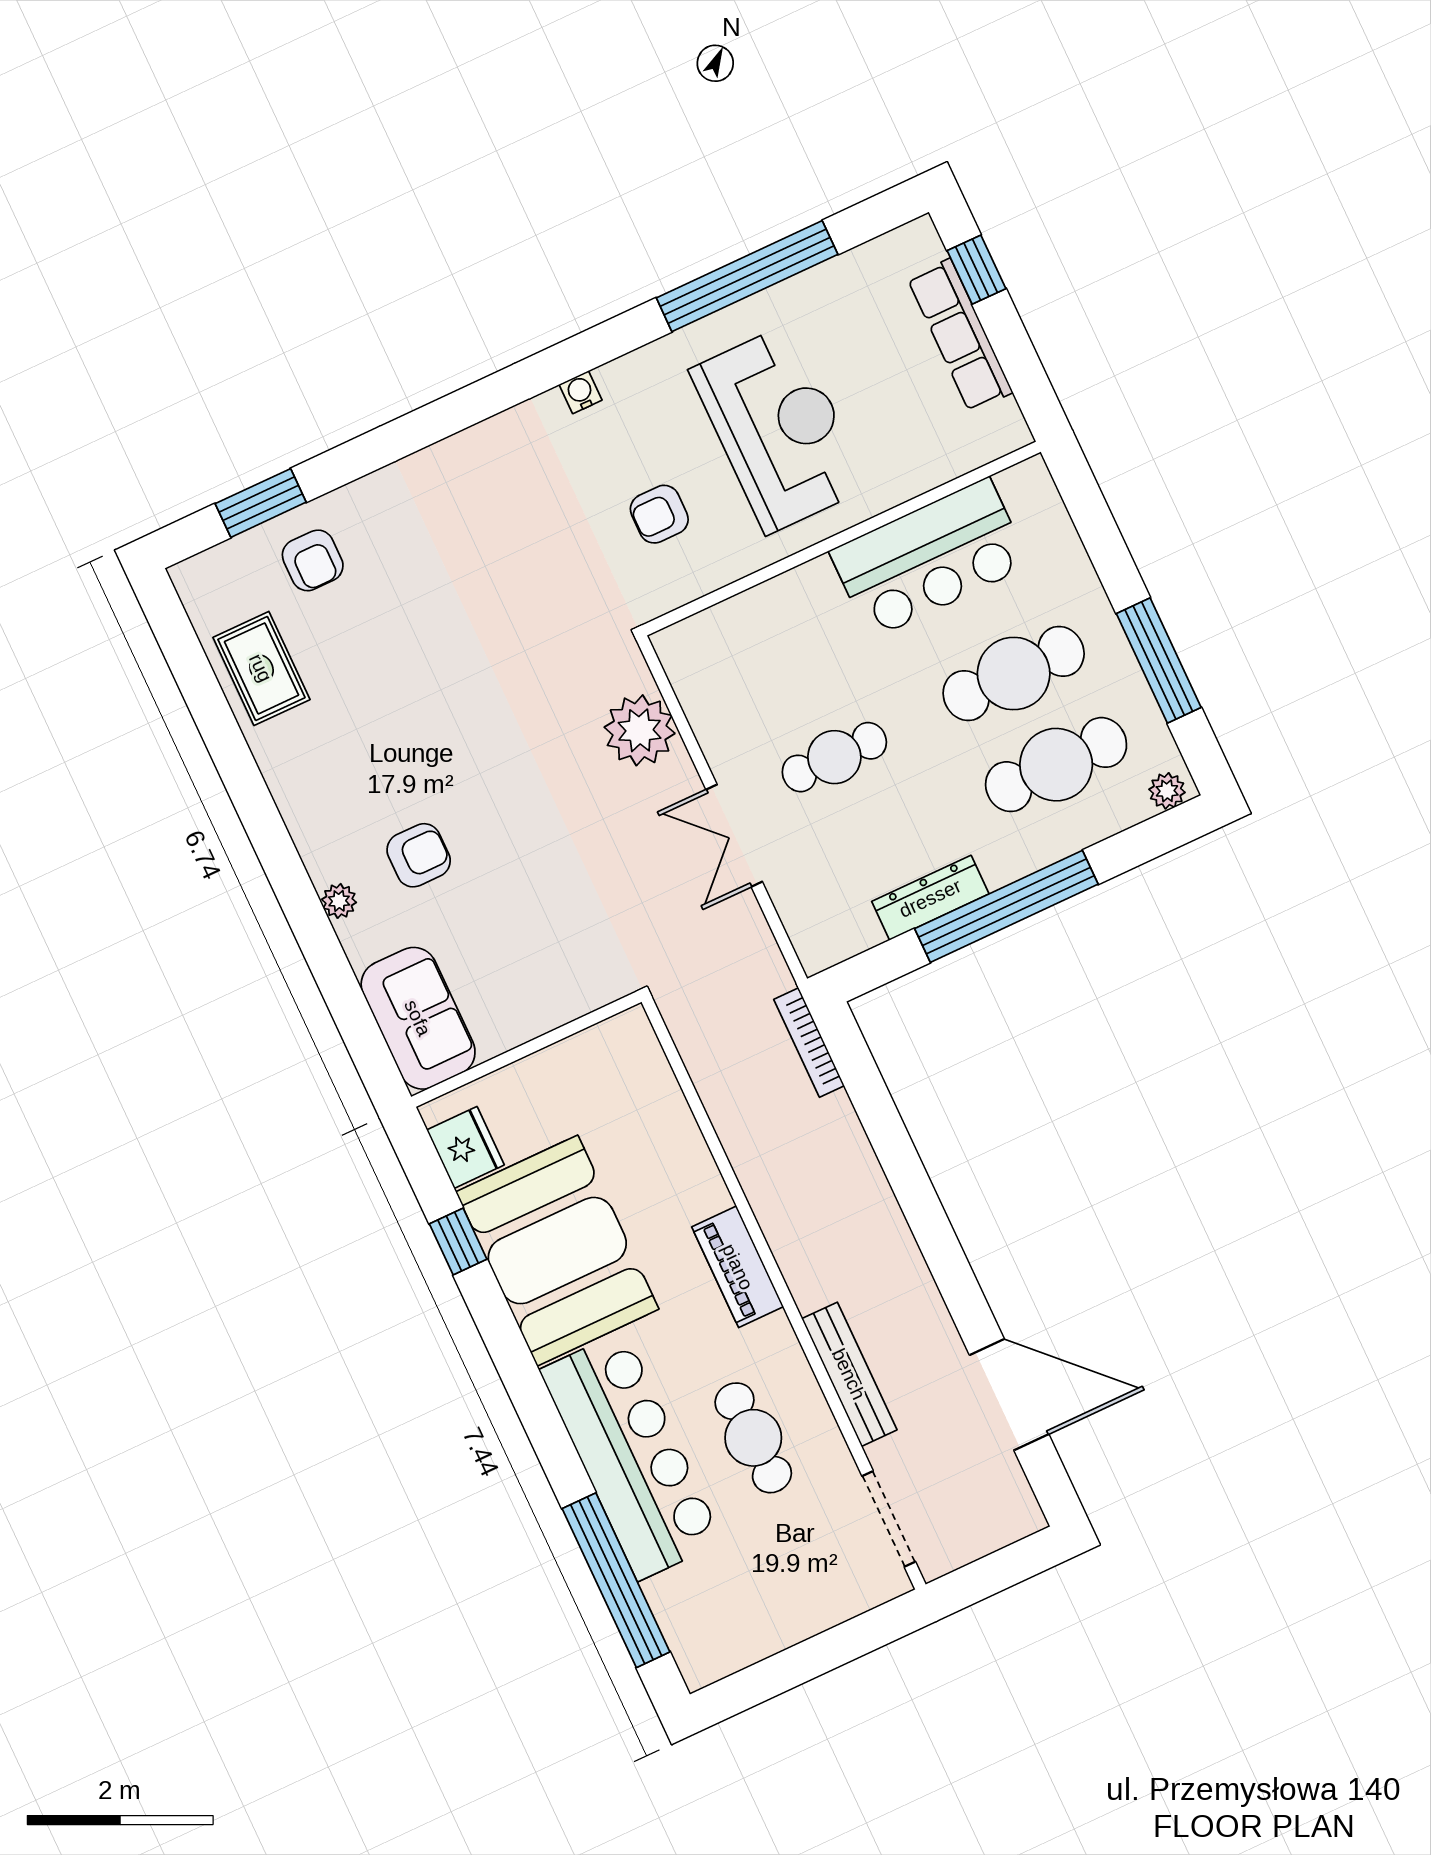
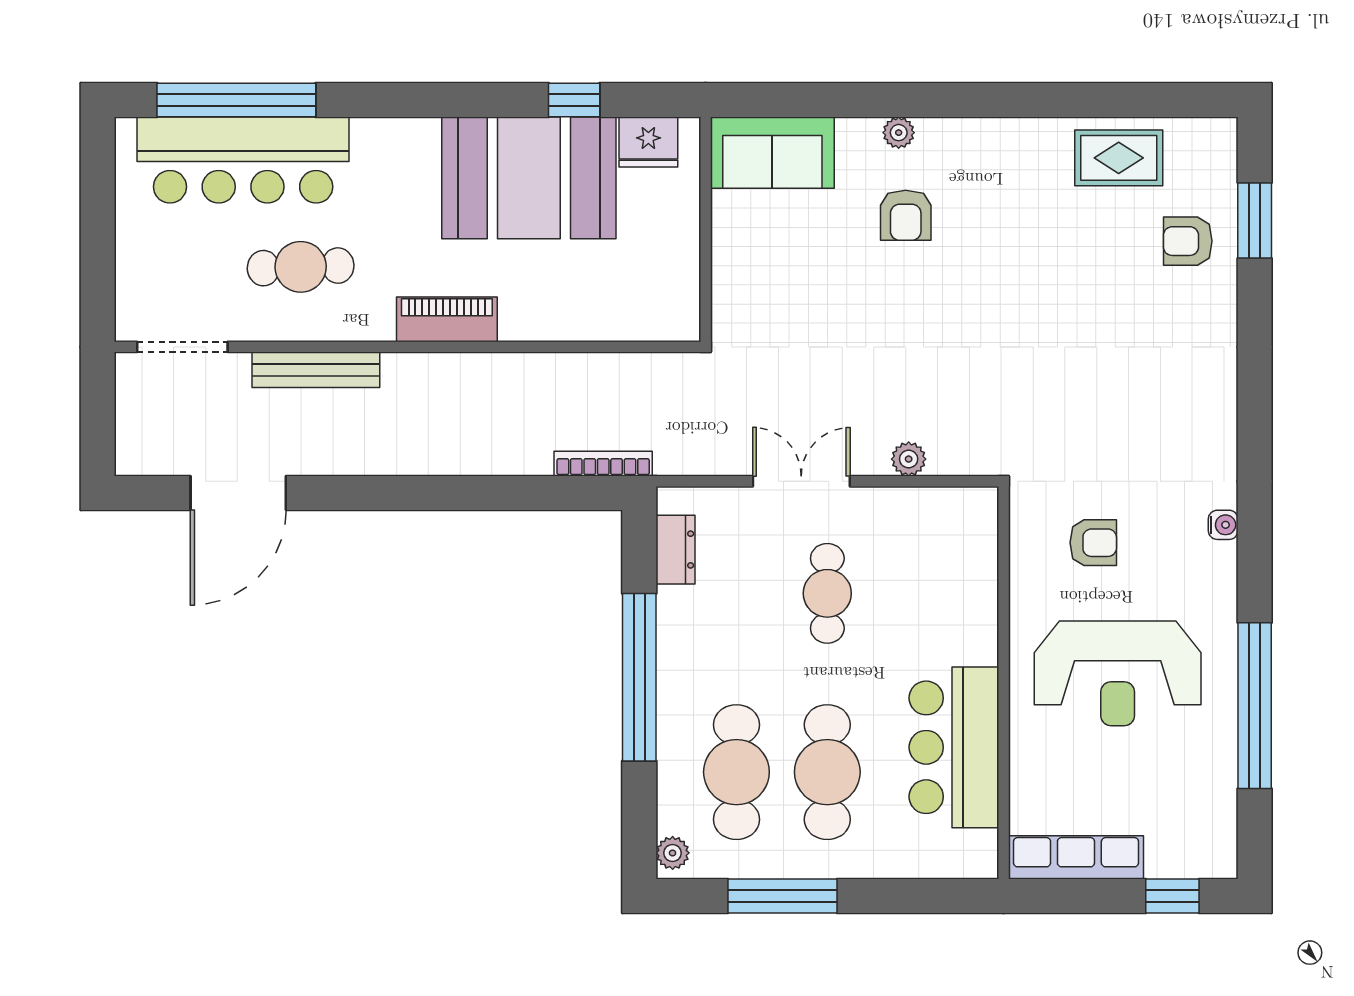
row of seats: (960, 335) -> (1076, 857), moved
armchair: (659, 514) -> (1093, 543), turned 90
plant: (640, 730) -> (909, 459), width x0.53, depth x0.53
dresser: (930, 898) -> (675, 550), moved, width x0.70
bar counter: (631, 1456) -> (243, 160), moved

